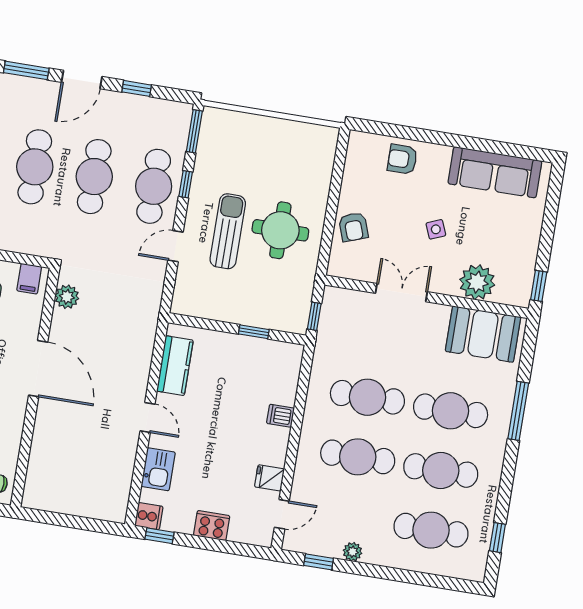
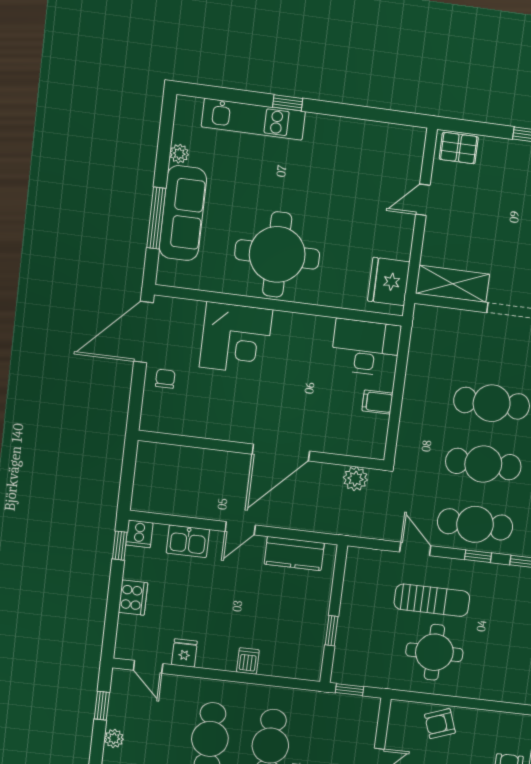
plant: (67, 297) -> (355, 479), moved
door: (38, 369) -> (281, 453), moved
wall: (35, 387) -> (261, 450), moved

